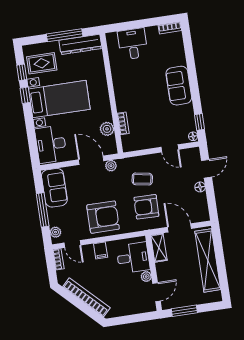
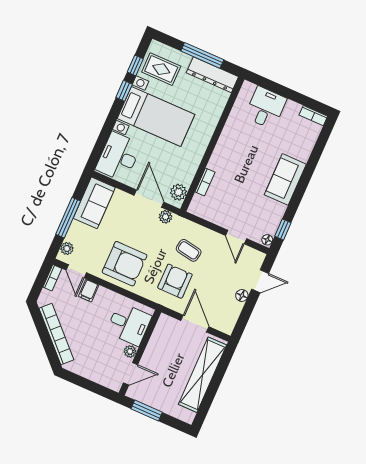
plant: (107, 129) -> (178, 192), moved
armchair: (146, 207) -> (175, 281), turned 89
shelving: (159, 248) -> (161, 330), removed
filing cabinet: (101, 250) -> (89, 291), moved

